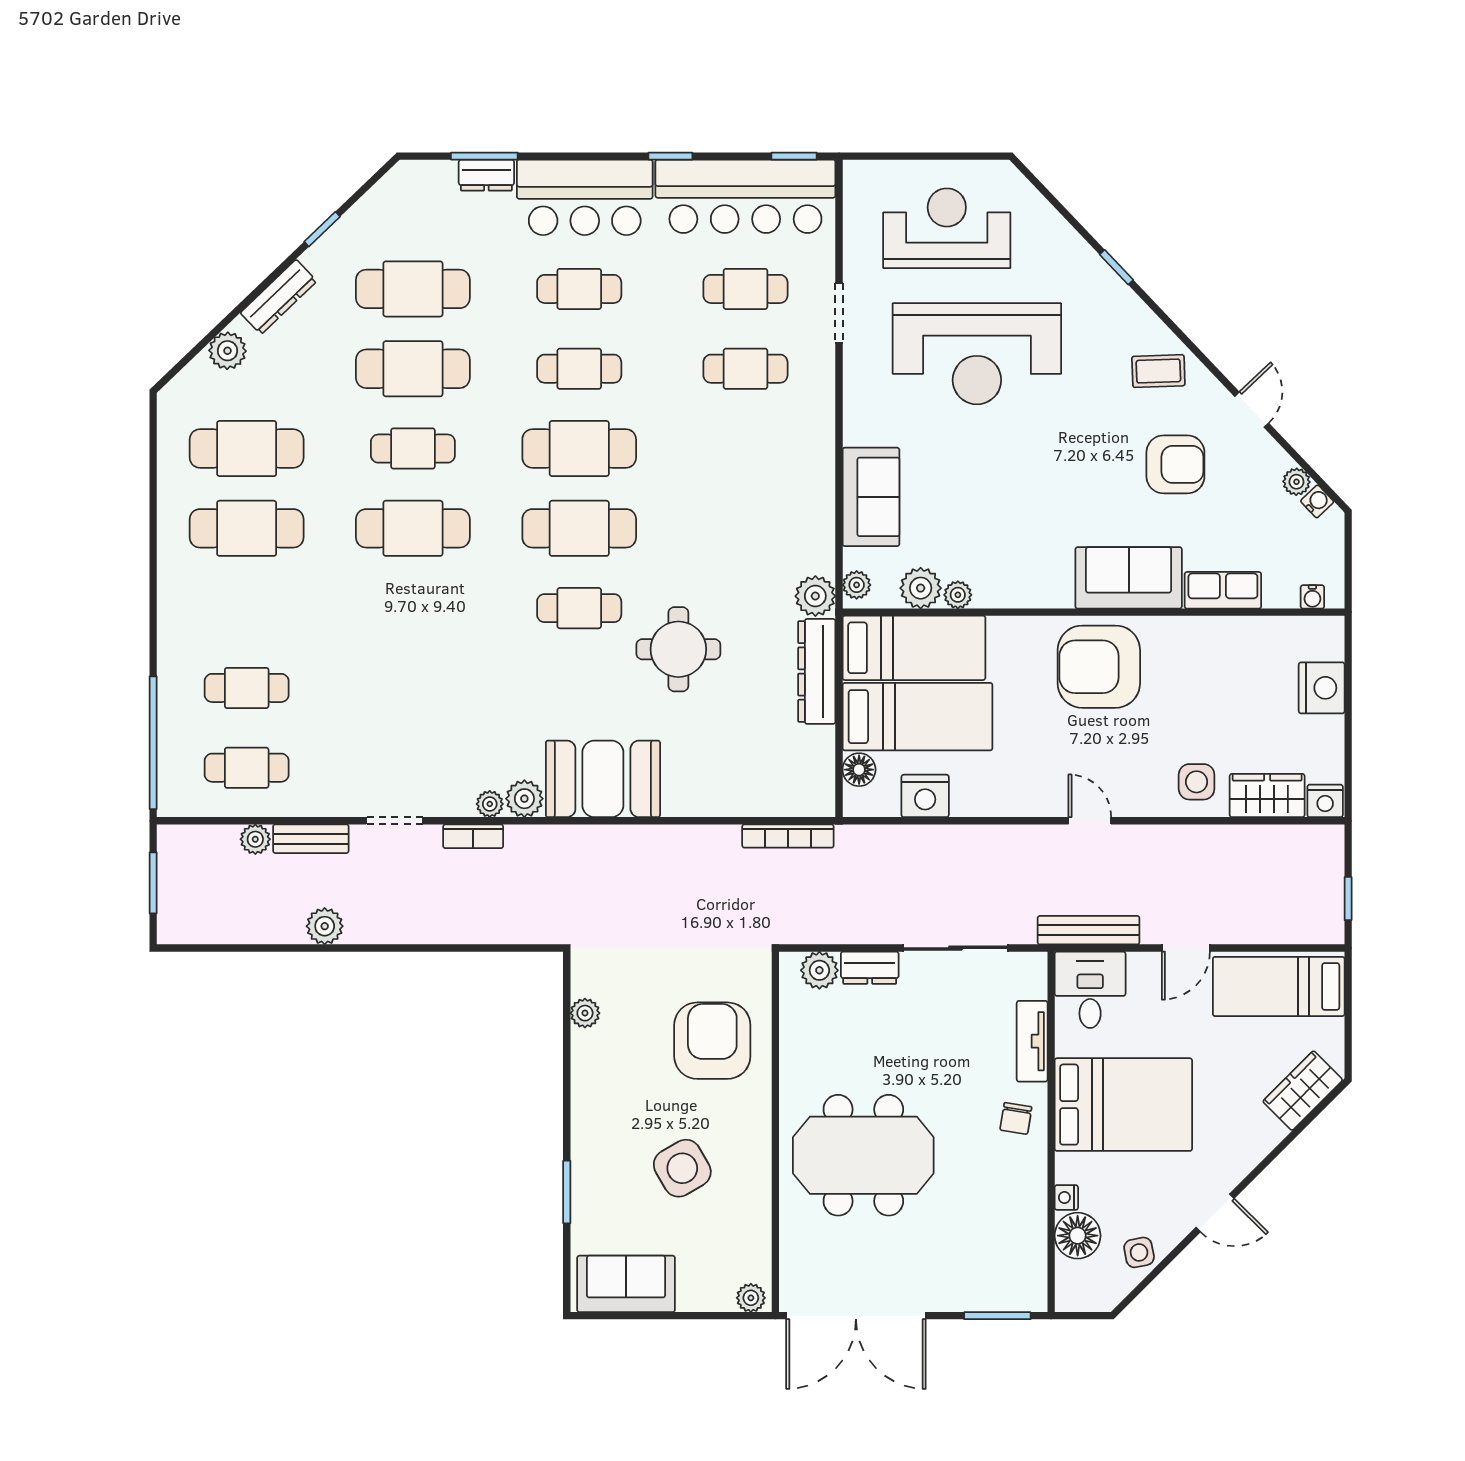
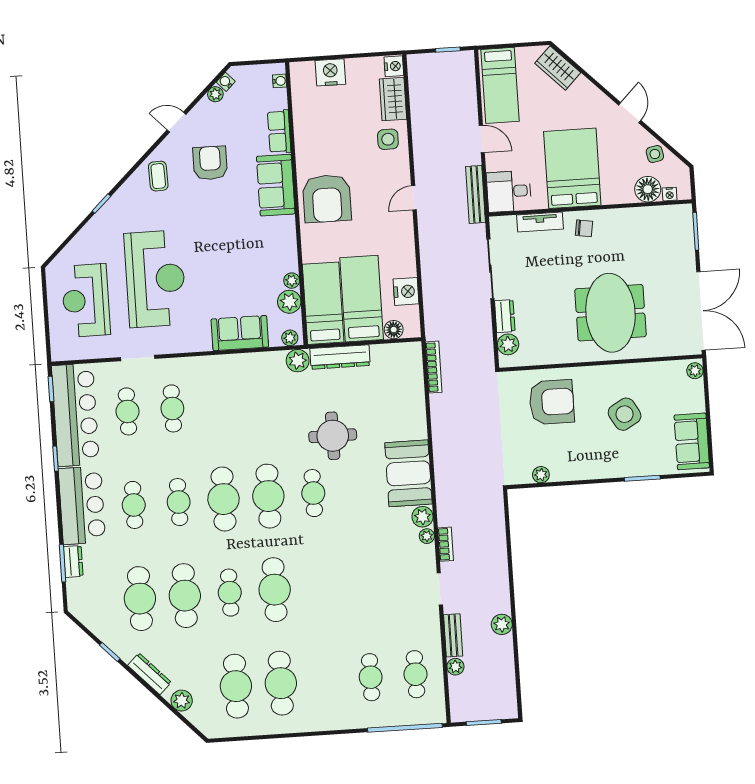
armchair: (712, 1041) -> (552, 402), turned 180
nightstand: (1066, 1197) -> (670, 194), moved

